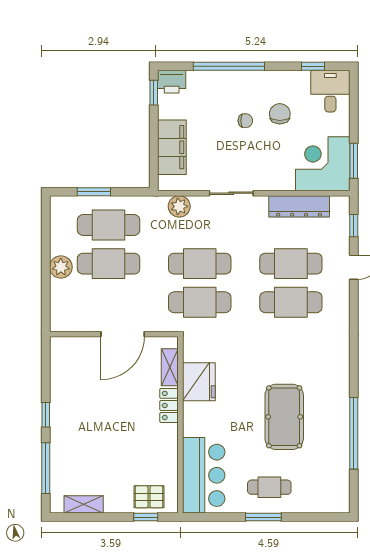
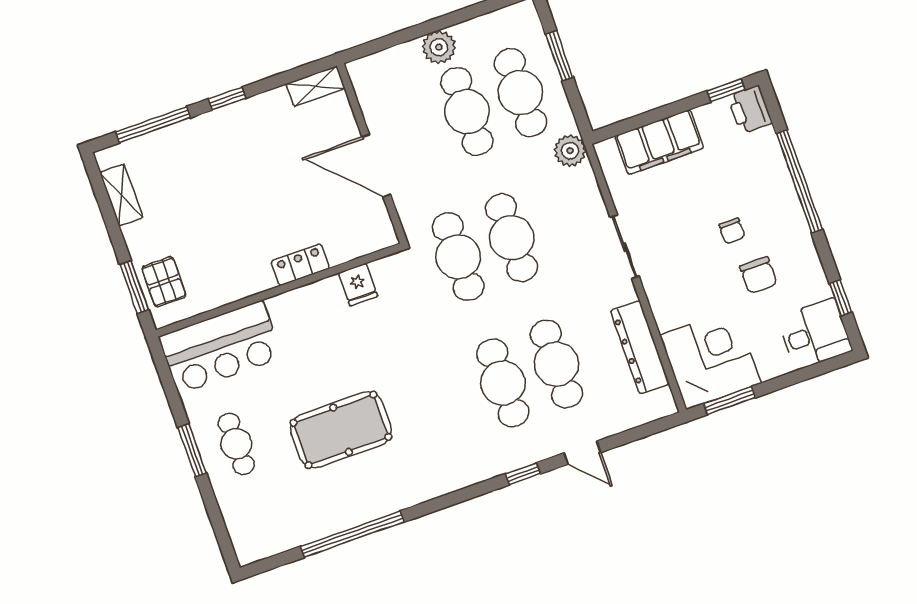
chair: (280, 114) -> (758, 275), turned 90
plant: (179, 206) -> (570, 151), moved
window: (354, 226) -> (523, 474), moved
shelving: (170, 367) -> (316, 86), moved
fridge: (199, 382) -> (358, 285), width x0.53, depth x0.75
window: (146, 517) -> (134, 287), width x1.50

